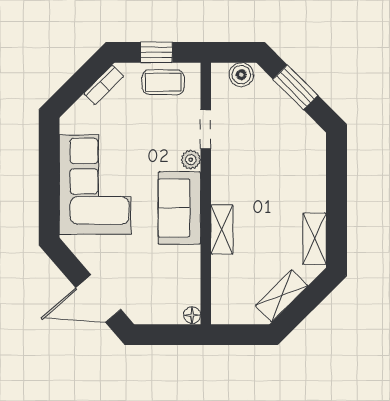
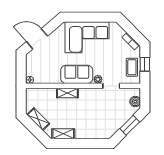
door: (98, 299) -> (37, 39), hinge flipped

